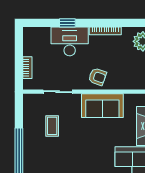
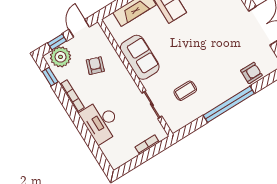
window: (67, 23) -> (50, 77), moved
armchair: (97, 77) -> (95, 66), moved

